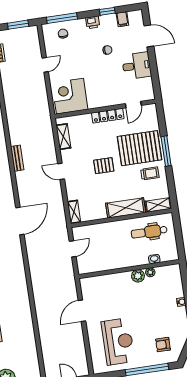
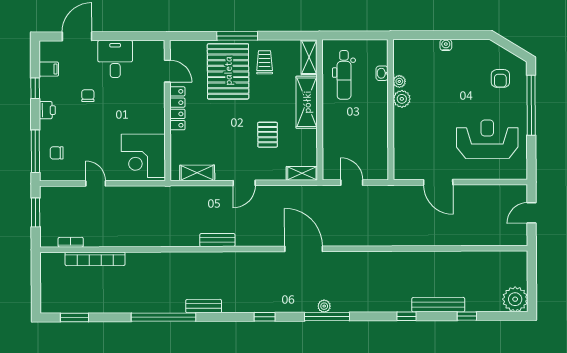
pallet: (104, 166) -> (268, 135), moved

